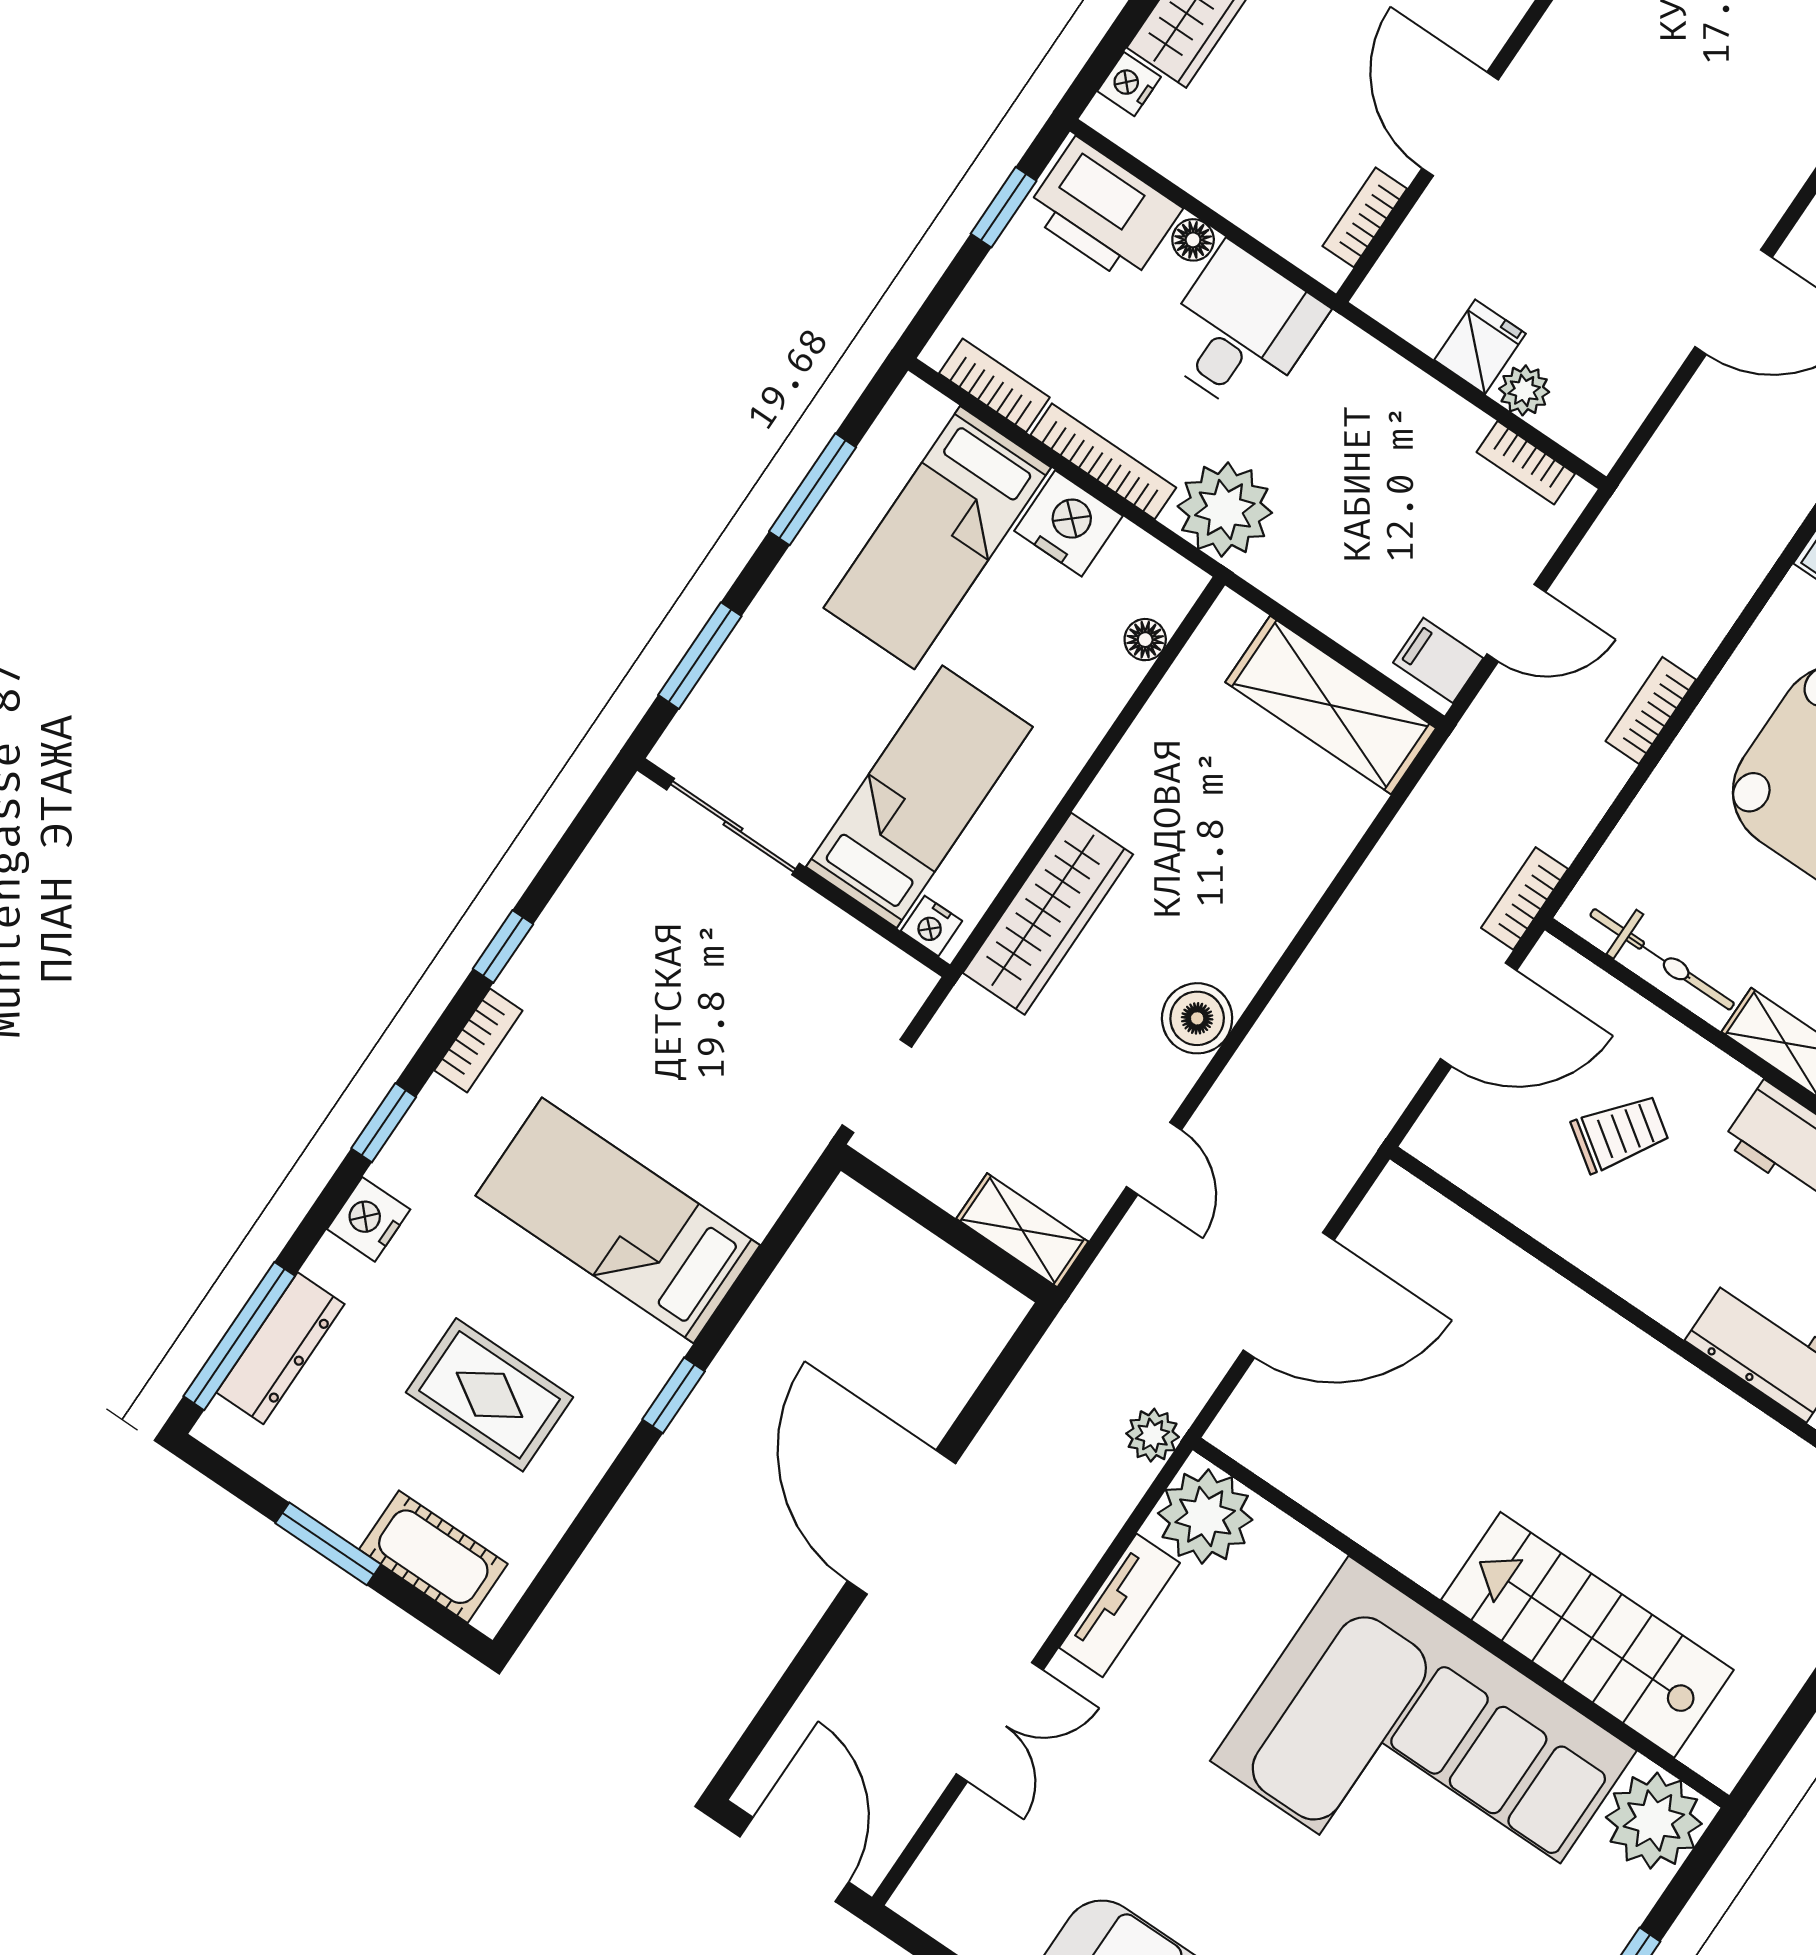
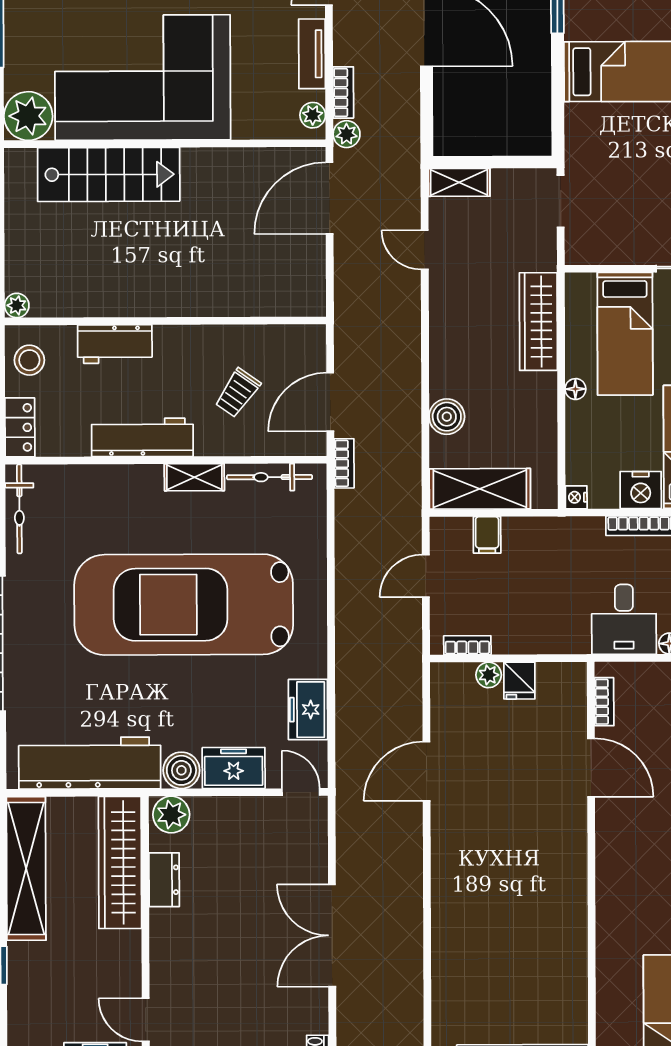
plant: (1225, 509) -> (579, 540), removed
floor lamp: (1145, 640) -> (575, 389), moved
filing cabinet: (1438, 660) -> (487, 535), moved, turned 90
bookcase: (1651, 710) -> (343, 92), moved
nightstand: (931, 926) -> (576, 497), moved, turned -90
boiler: (1197, 1018) -> (447, 417), moved
door: (1289, 1295) -> (330, 198), moved
plant: (1205, 1517) -> (313, 115), width x0.53, depth x0.53

